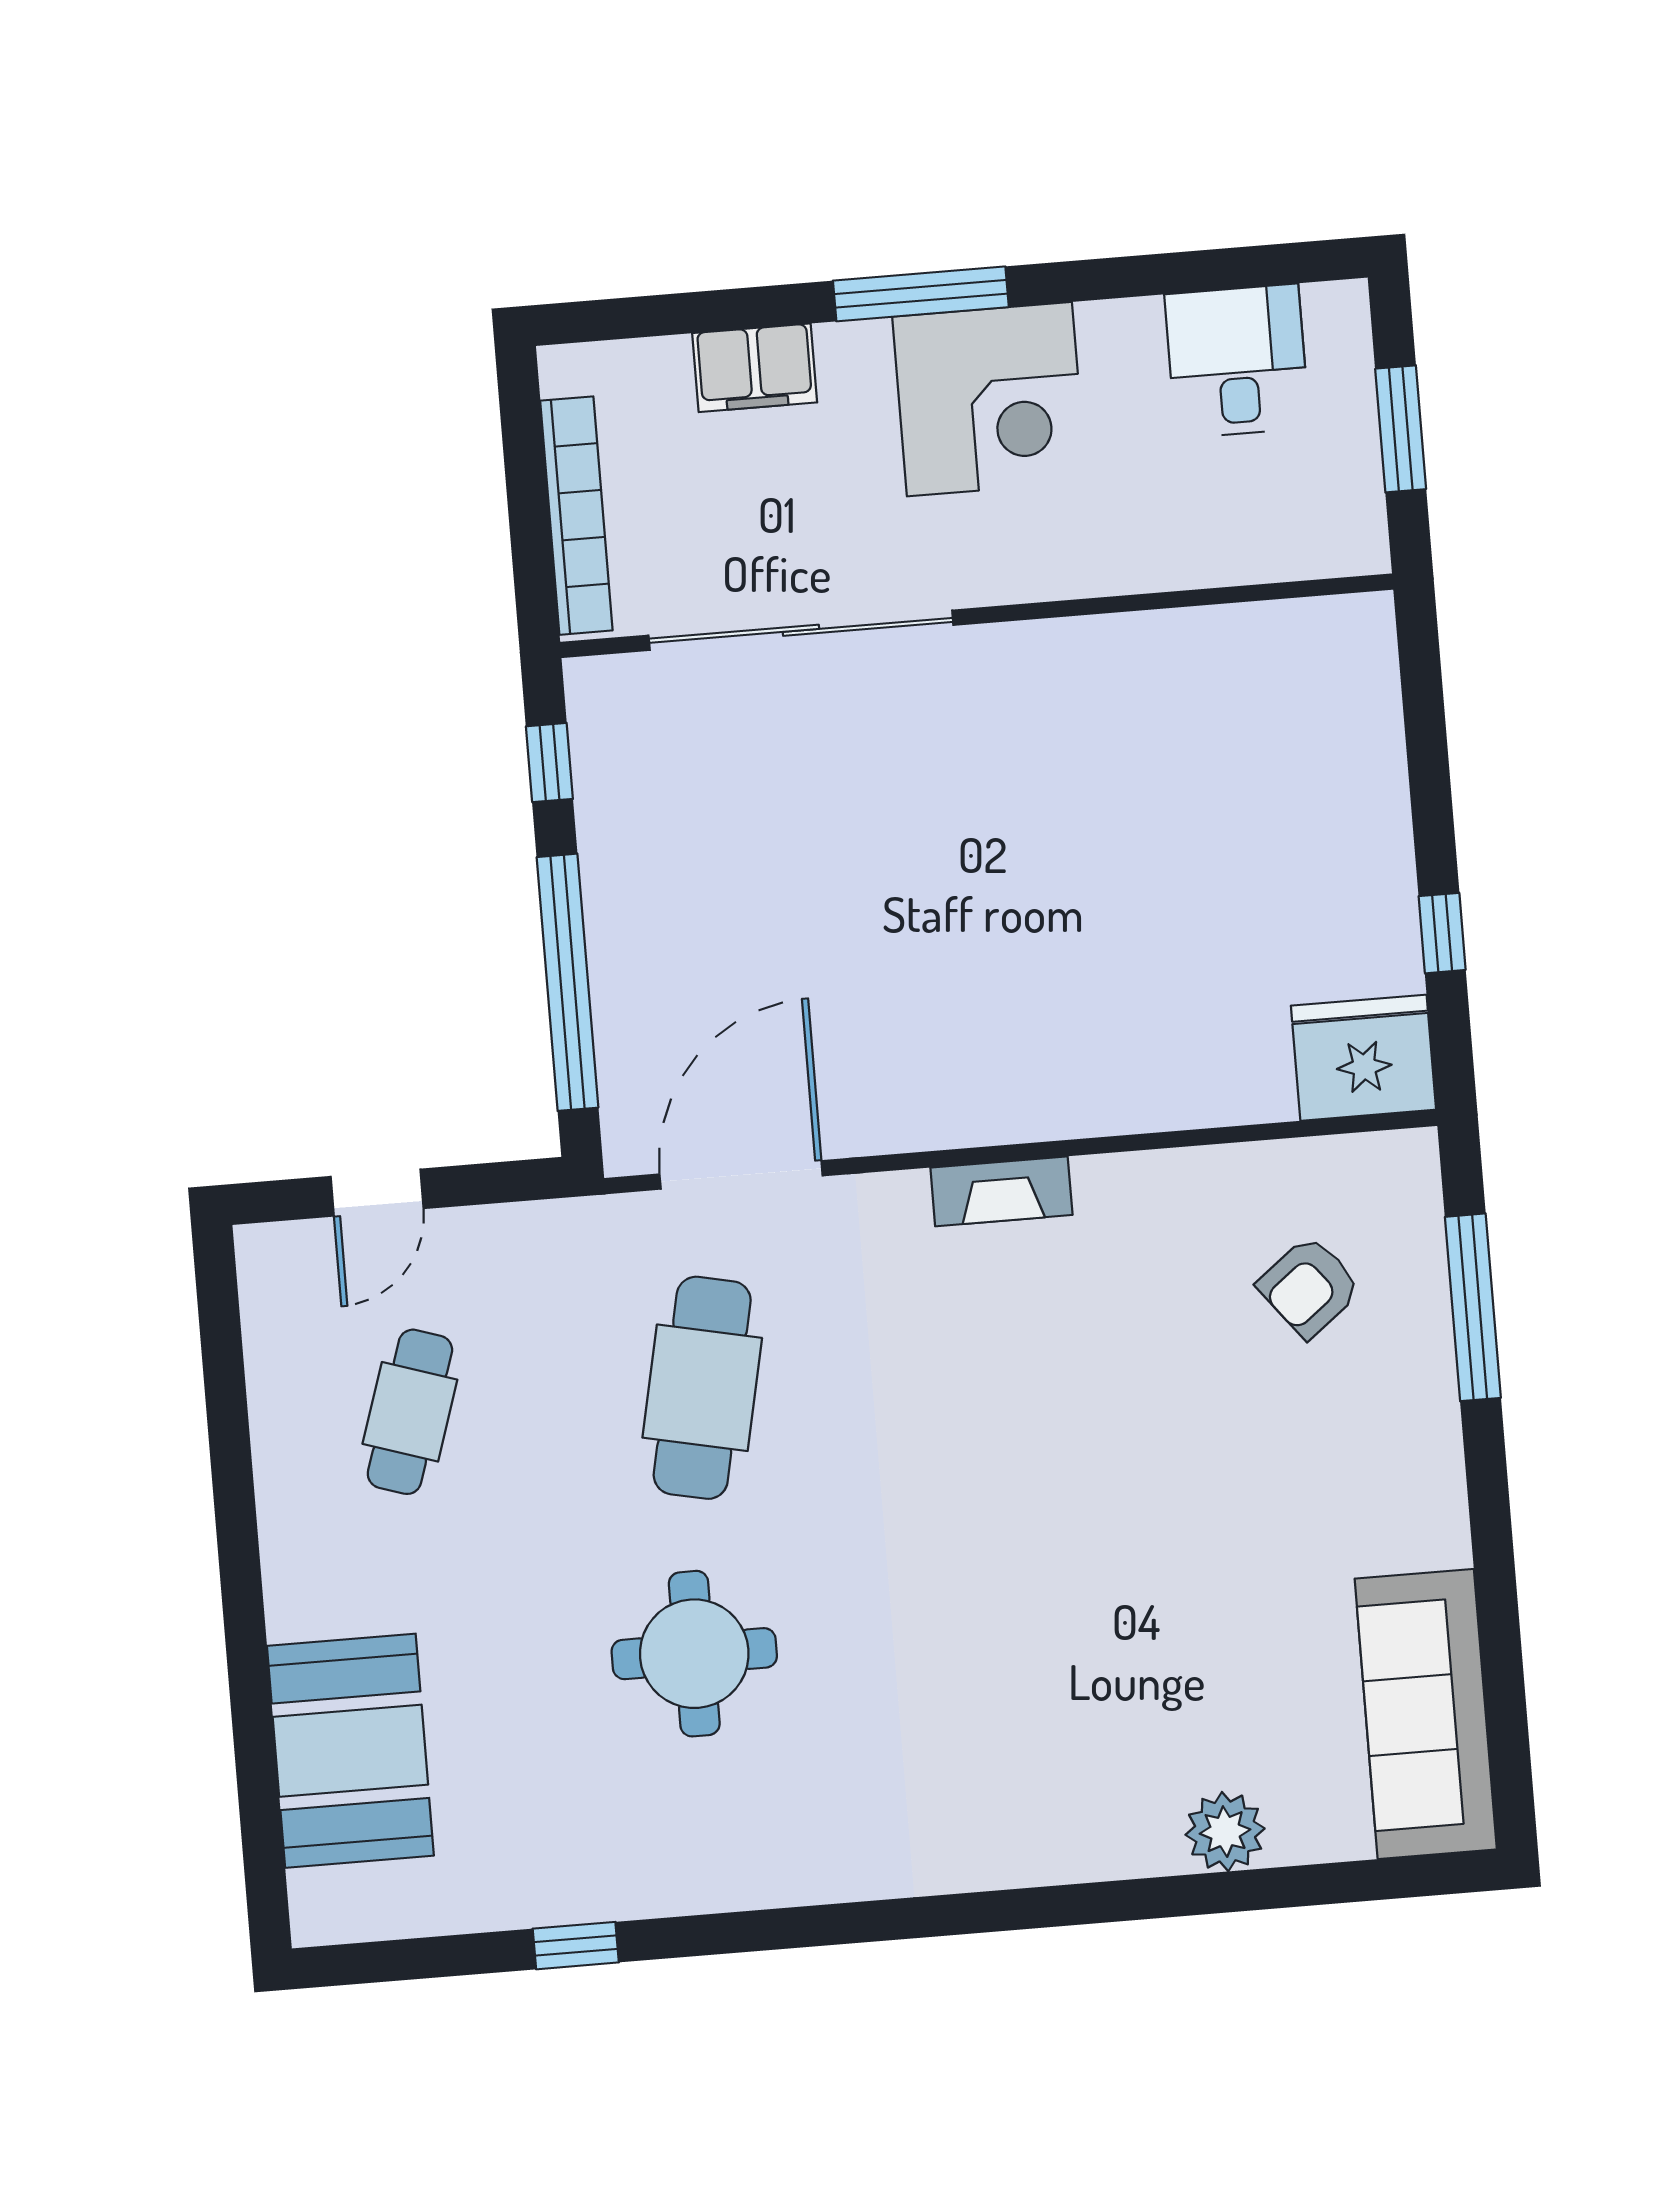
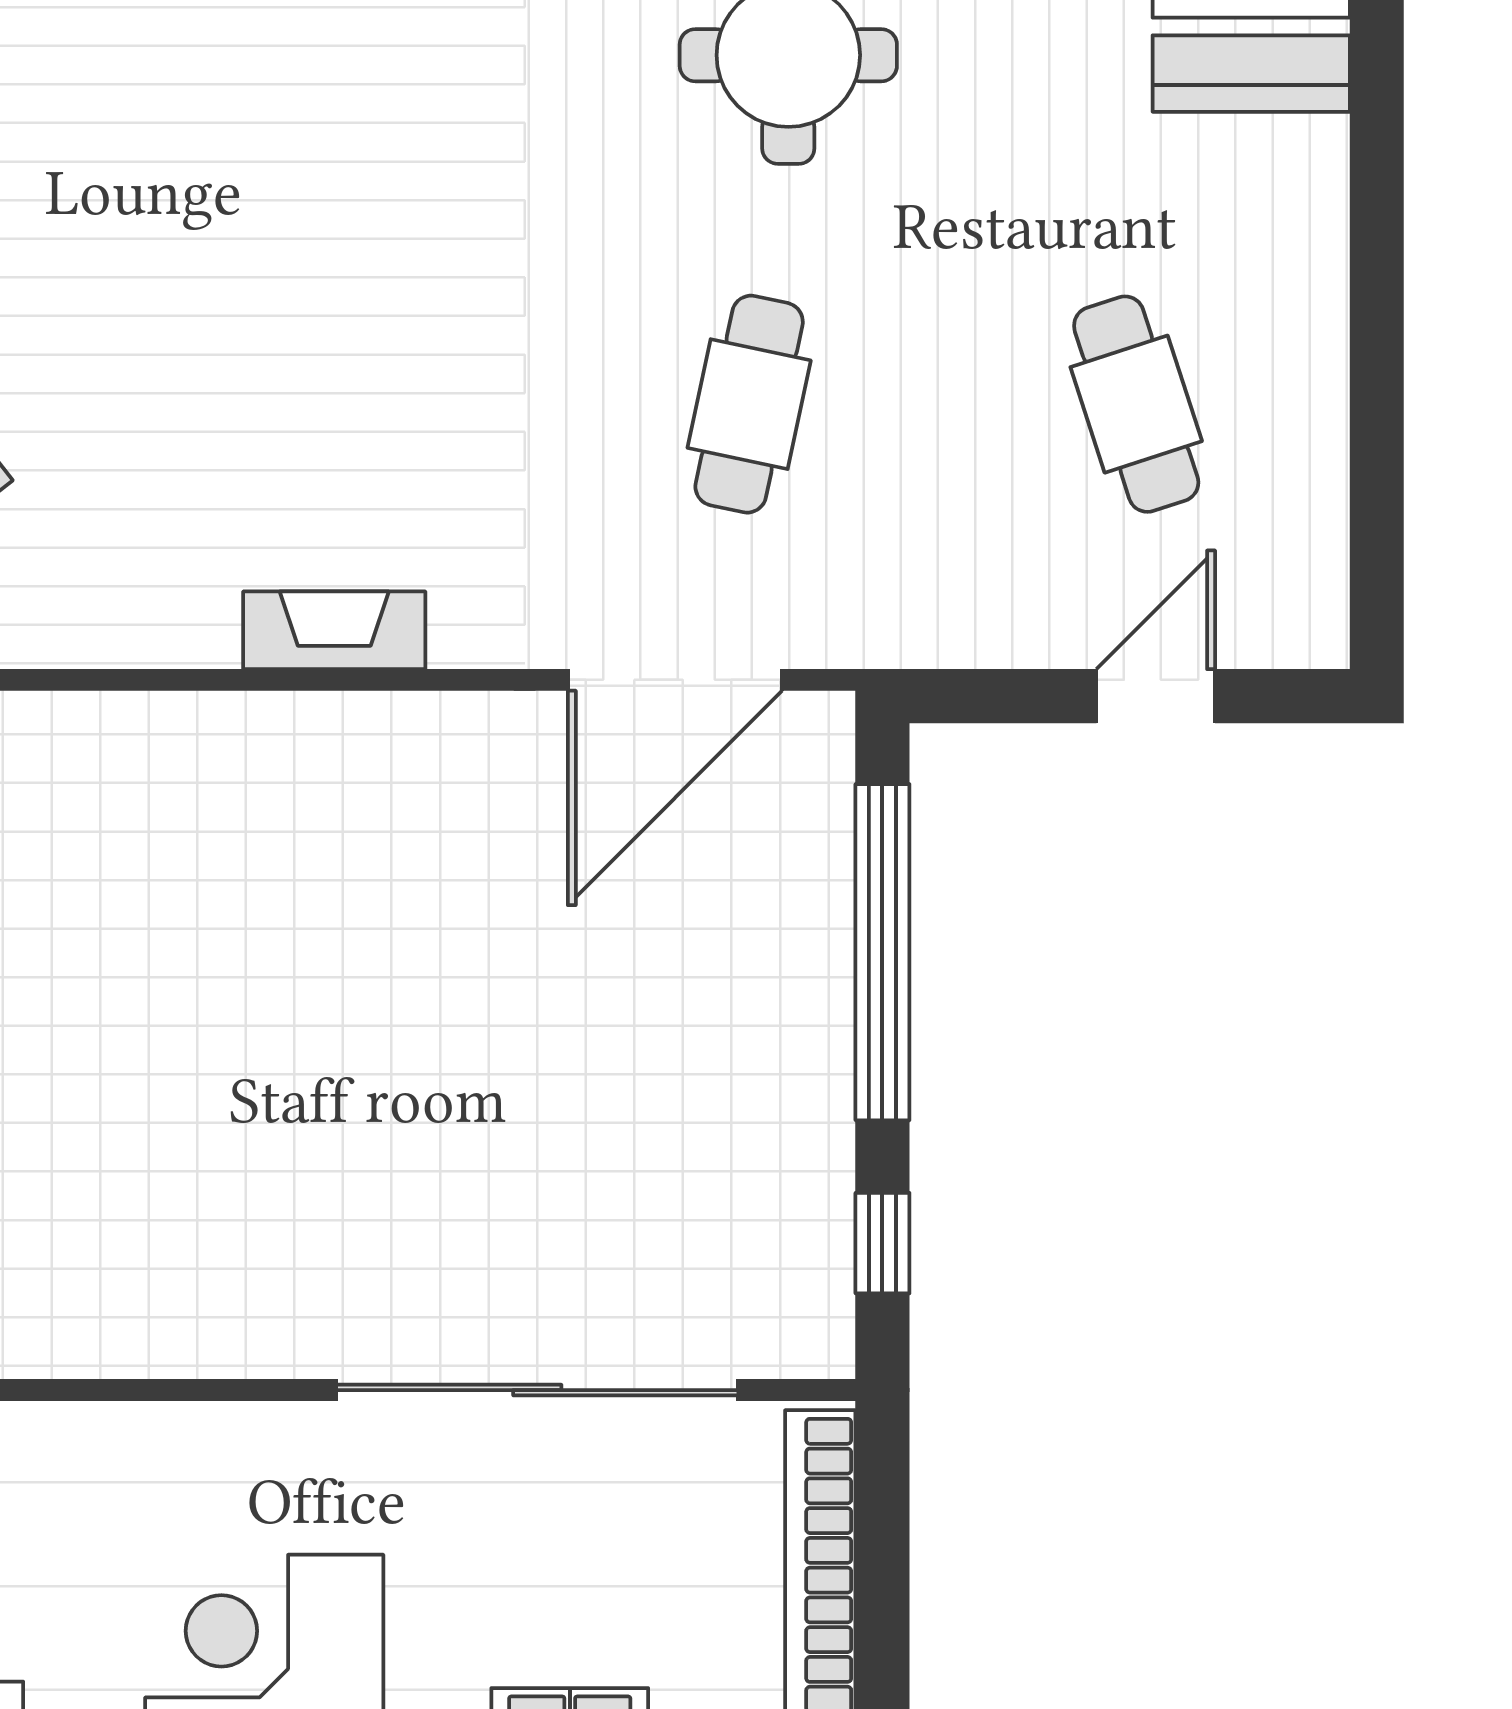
cafe table: (702, 1388) -> (749, 404), width x0.73, depth x0.74
cafe table: (410, 1412) -> (1136, 404), turned -36

